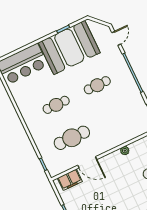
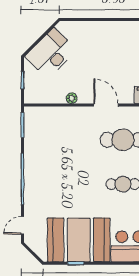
cafe table: (97, 85) -> (68, 184), removed
door: (87, 162) -> (106, 105), moved

